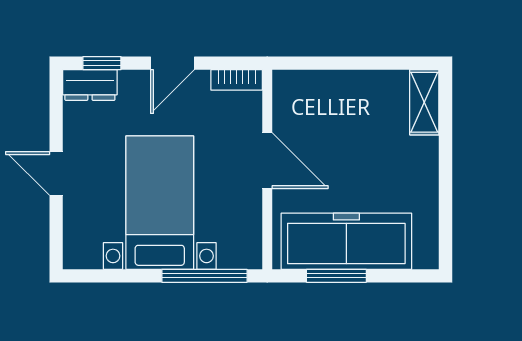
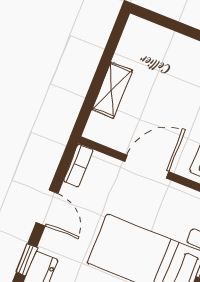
shelving: (424, 102) -> (112, 90), moved, turned 90

